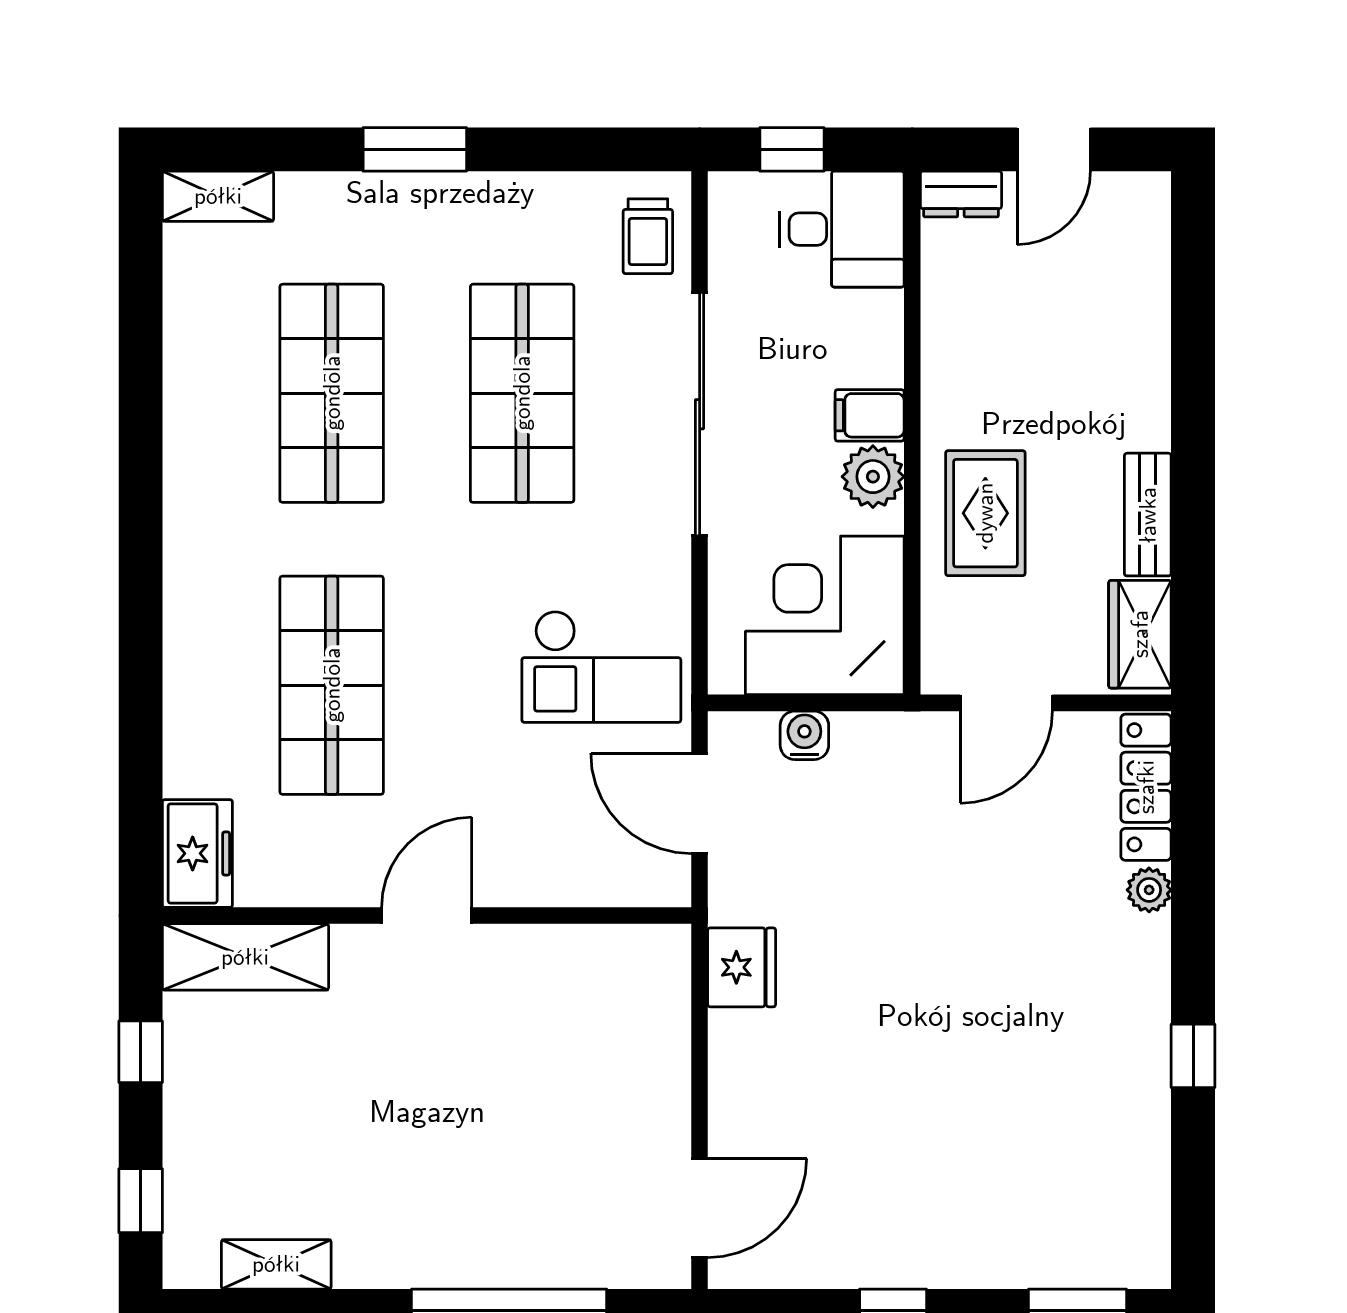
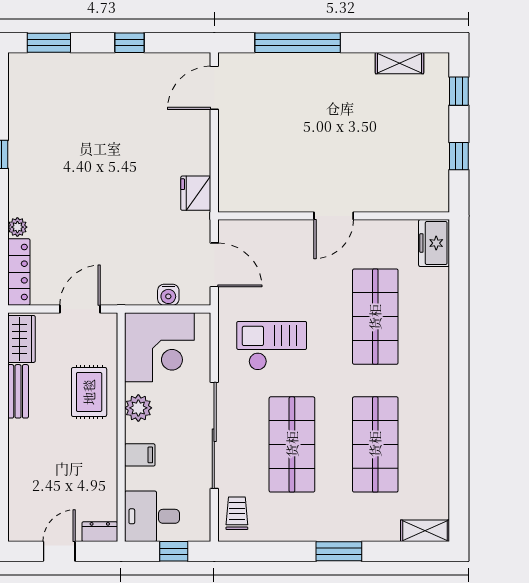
filing cabinet: (870, 415) -> (140, 455), moved
checkout: (601, 667) -> (272, 346), moved
shelving: (245, 957) -> (413, 198), removed

